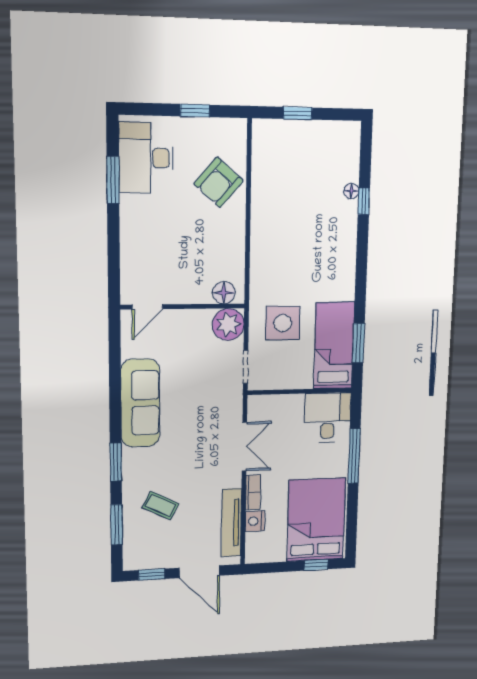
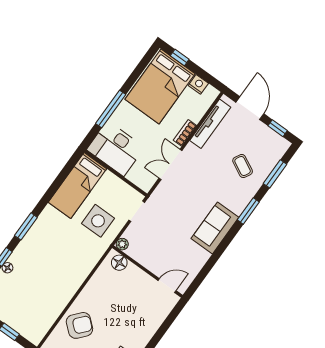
plant: (228, 324) -> (122, 244), width x0.53, depth x0.53
window: (358, 343) -> (26, 226), moved
sofa: (140, 403) -> (215, 228), width x0.73
desk: (328, 418) -> (115, 149), width x1.37
nightstand: (255, 521) -> (198, 84), moved, turned -90

